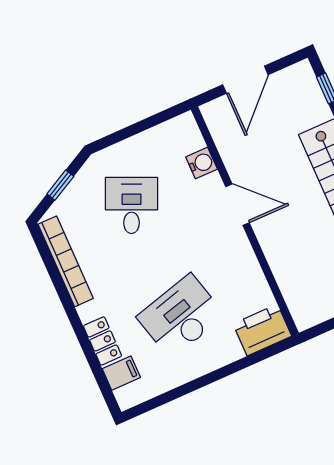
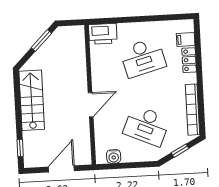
water cooler: (202, 163) -> (114, 156), moved, turned -90
desk: (132, 205) -> (147, 126), width x1.37
door: (238, 205) -> (91, 105), swing flipped

